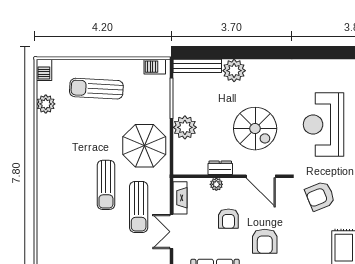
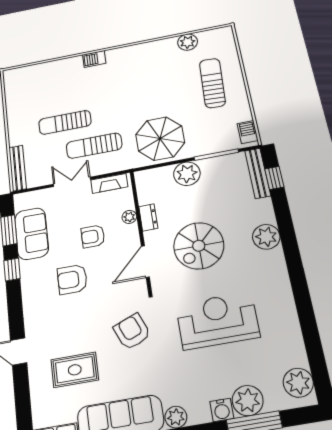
window: (205, 53) -> (274, 178), added
barbecue: (44, 70) -> (94, 59), moved
plant: (234, 71) -> (266, 237), moved
sun lounger: (106, 185) -> (65, 122), moved

